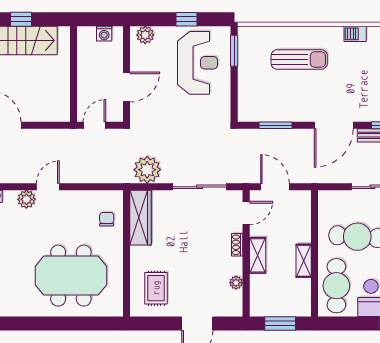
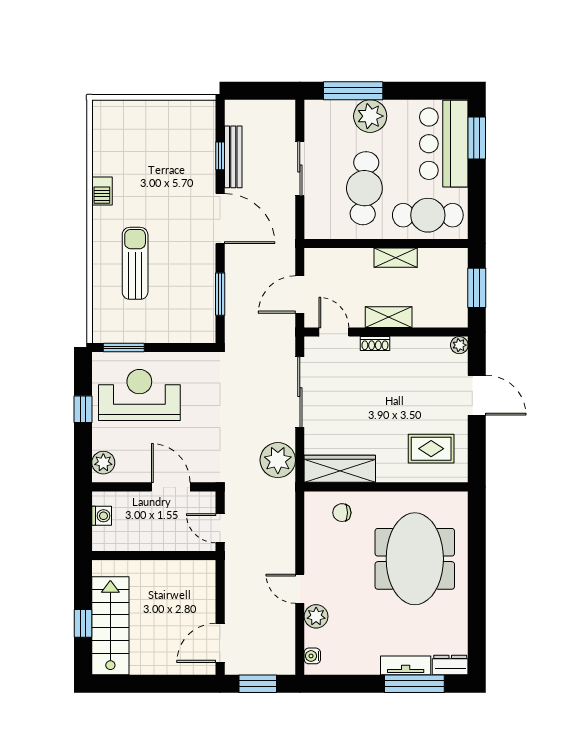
plant: (236, 283) -> (459, 345), moved

